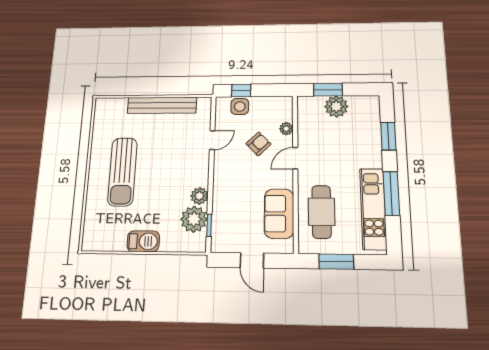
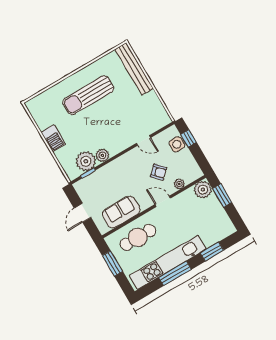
bench: (162, 105) -> (134, 69), moved
plant: (336, 107) -> (203, 190), moved
kitchen unit: (373, 209) -> (168, 262), width x1.36

